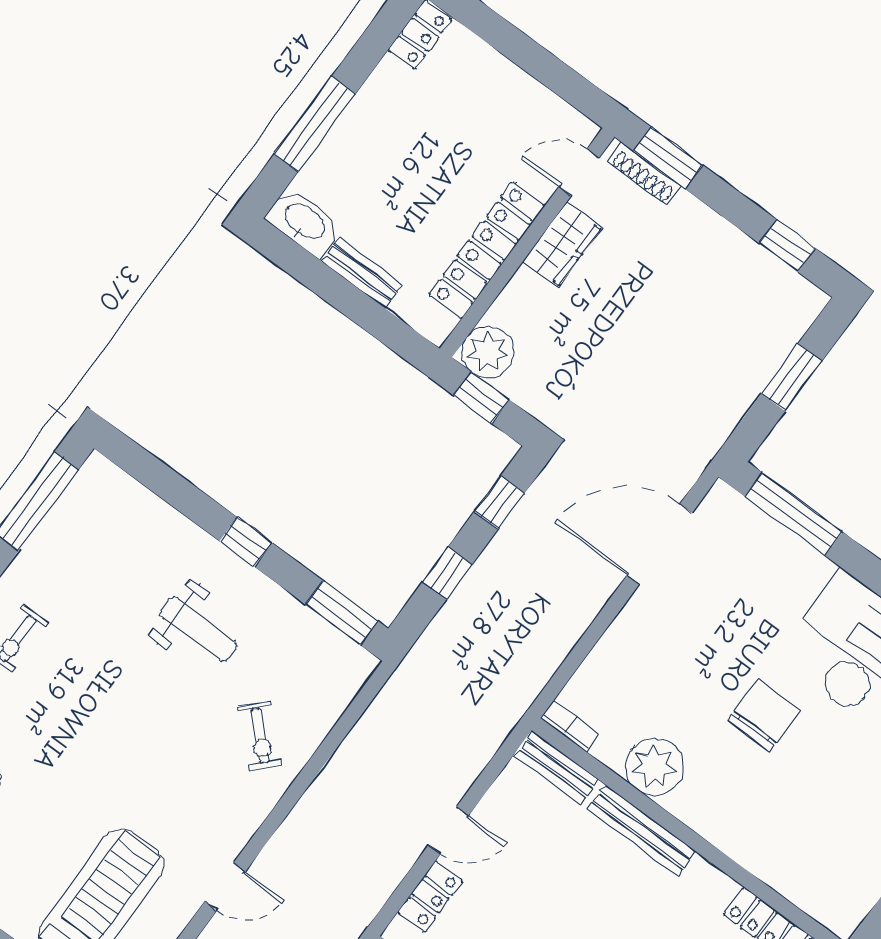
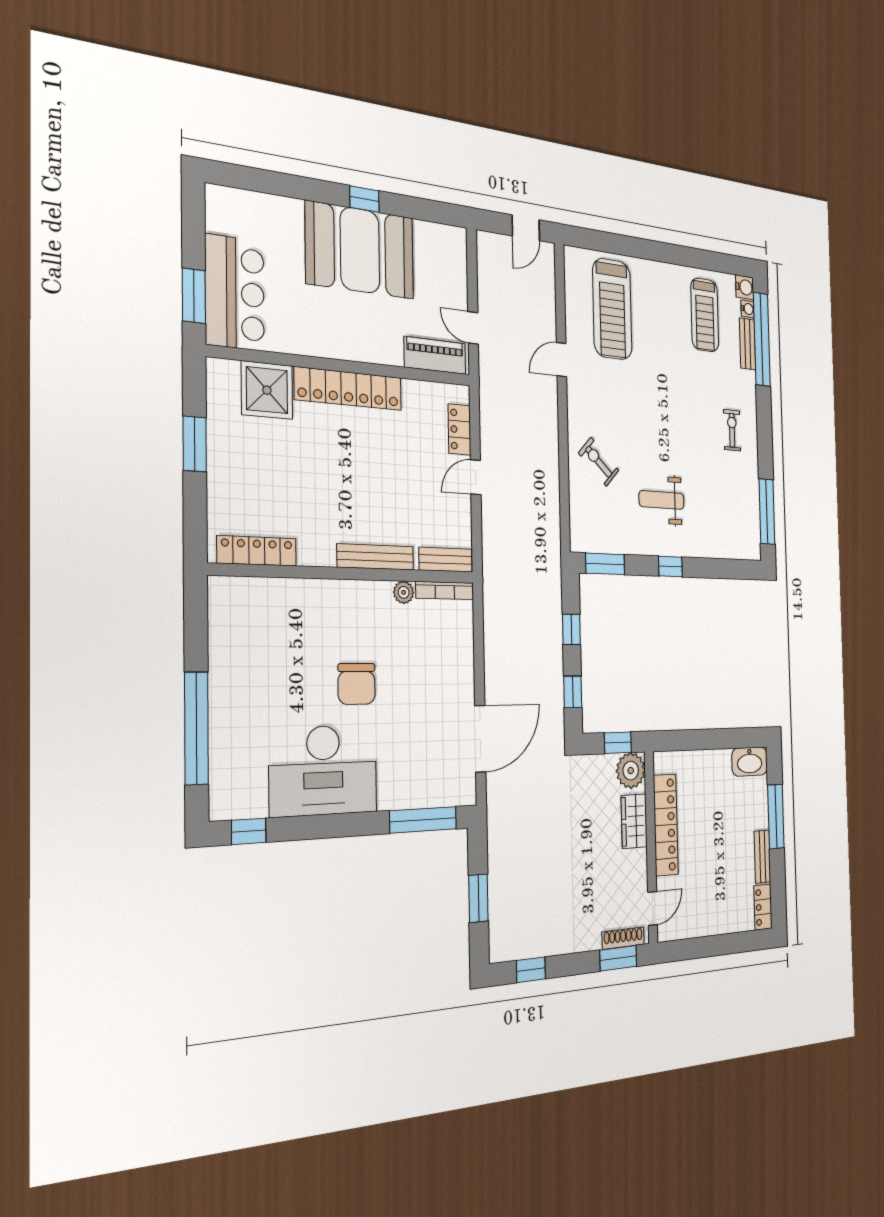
wardrobe: (562, 245) -> (634, 821), moved
bench: (362, 273) -> (762, 857), moved, turned 90
bookcase: (570, 726) -> (445, 590), width x1.56
plant: (654, 767) -> (404, 592), width x0.53, depth x0.53

